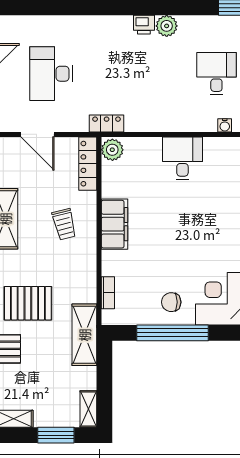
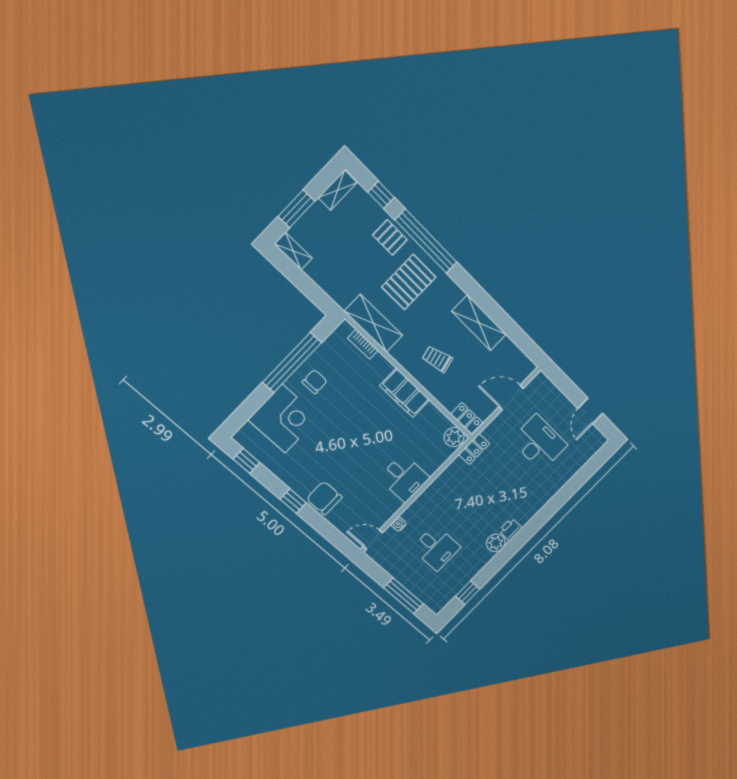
locker: (88, 164) -> (467, 418), width x0.66
shelving: (84, 335) -> (374, 323), moved

